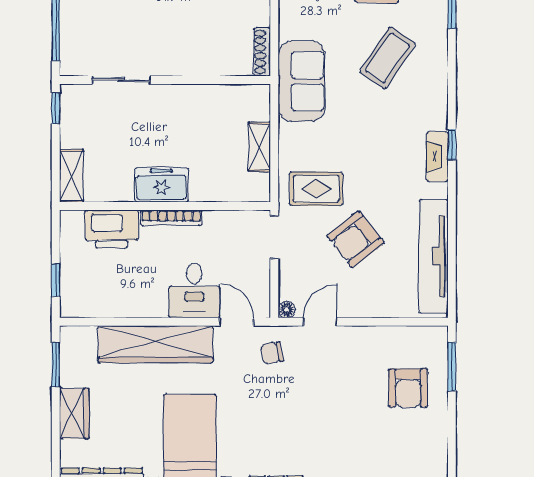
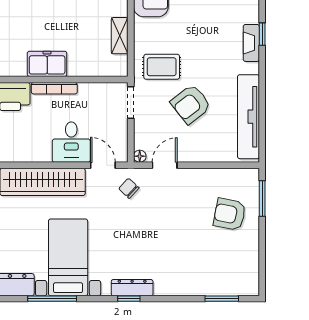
chair: (272, 353) -> (129, 188), turned 53
armchair: (408, 388) -> (230, 214), turned 101

